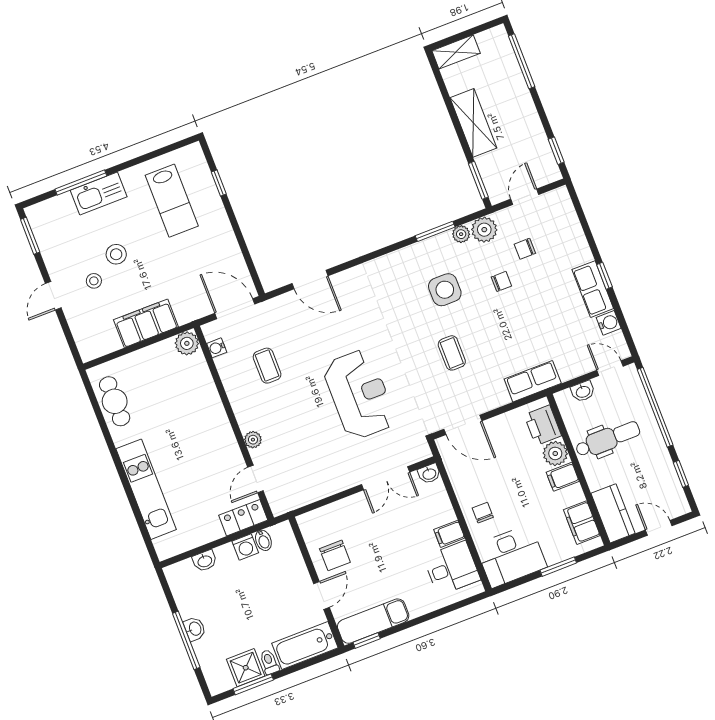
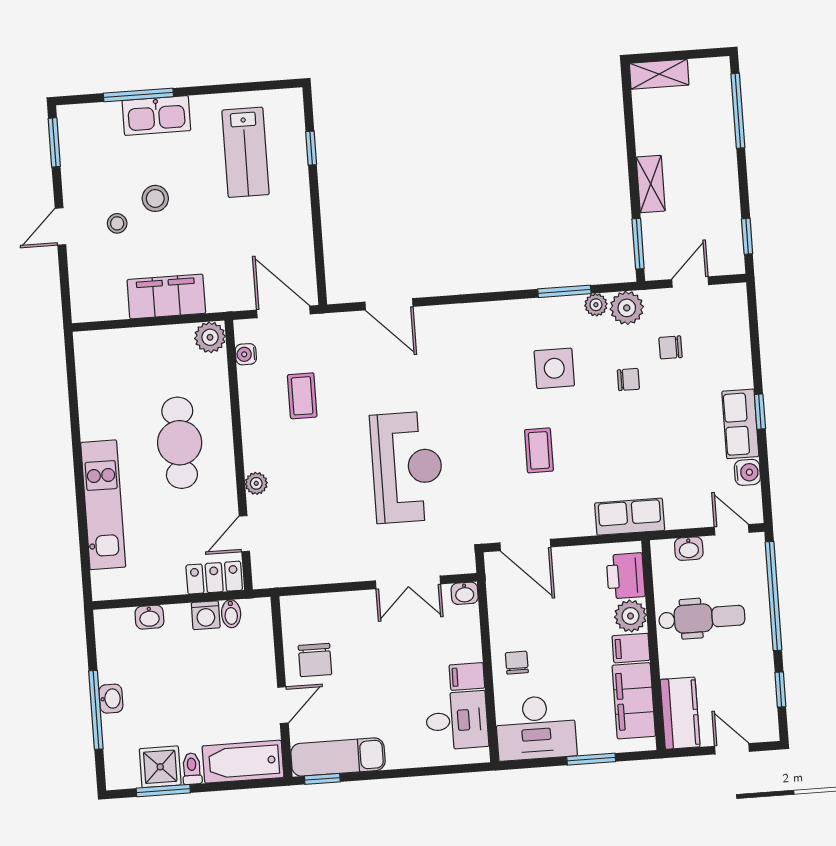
shelving: (473, 123) -> (651, 184), width x0.67, depth x0.75
cafe table: (115, 401) -> (180, 443), moved, width x1.37, depth x1.35
filing cabinet: (582, 523) -> (634, 701), width x1.50, depth x1.17

